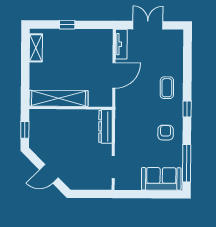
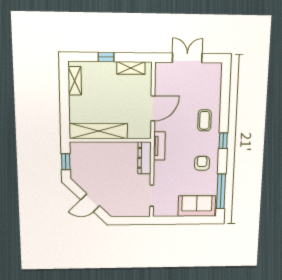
shelving: (92, 35) -> (131, 68), added
tv unit: (121, 44) -> (159, 146), moved

